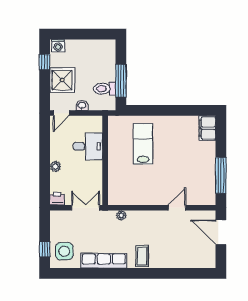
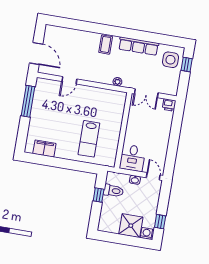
shower: (62, 80) -> (131, 226), moved
window: (121, 81) -> (99, 195), width x0.46
door: (61, 113) -> (153, 176), hinge flipped
filing cabinet: (207, 128) -> (44, 149), moved, turned -90
desk: (88, 146) -> (132, 158), moved, turned -90
plant: (55, 167) -> (166, 132), removed

